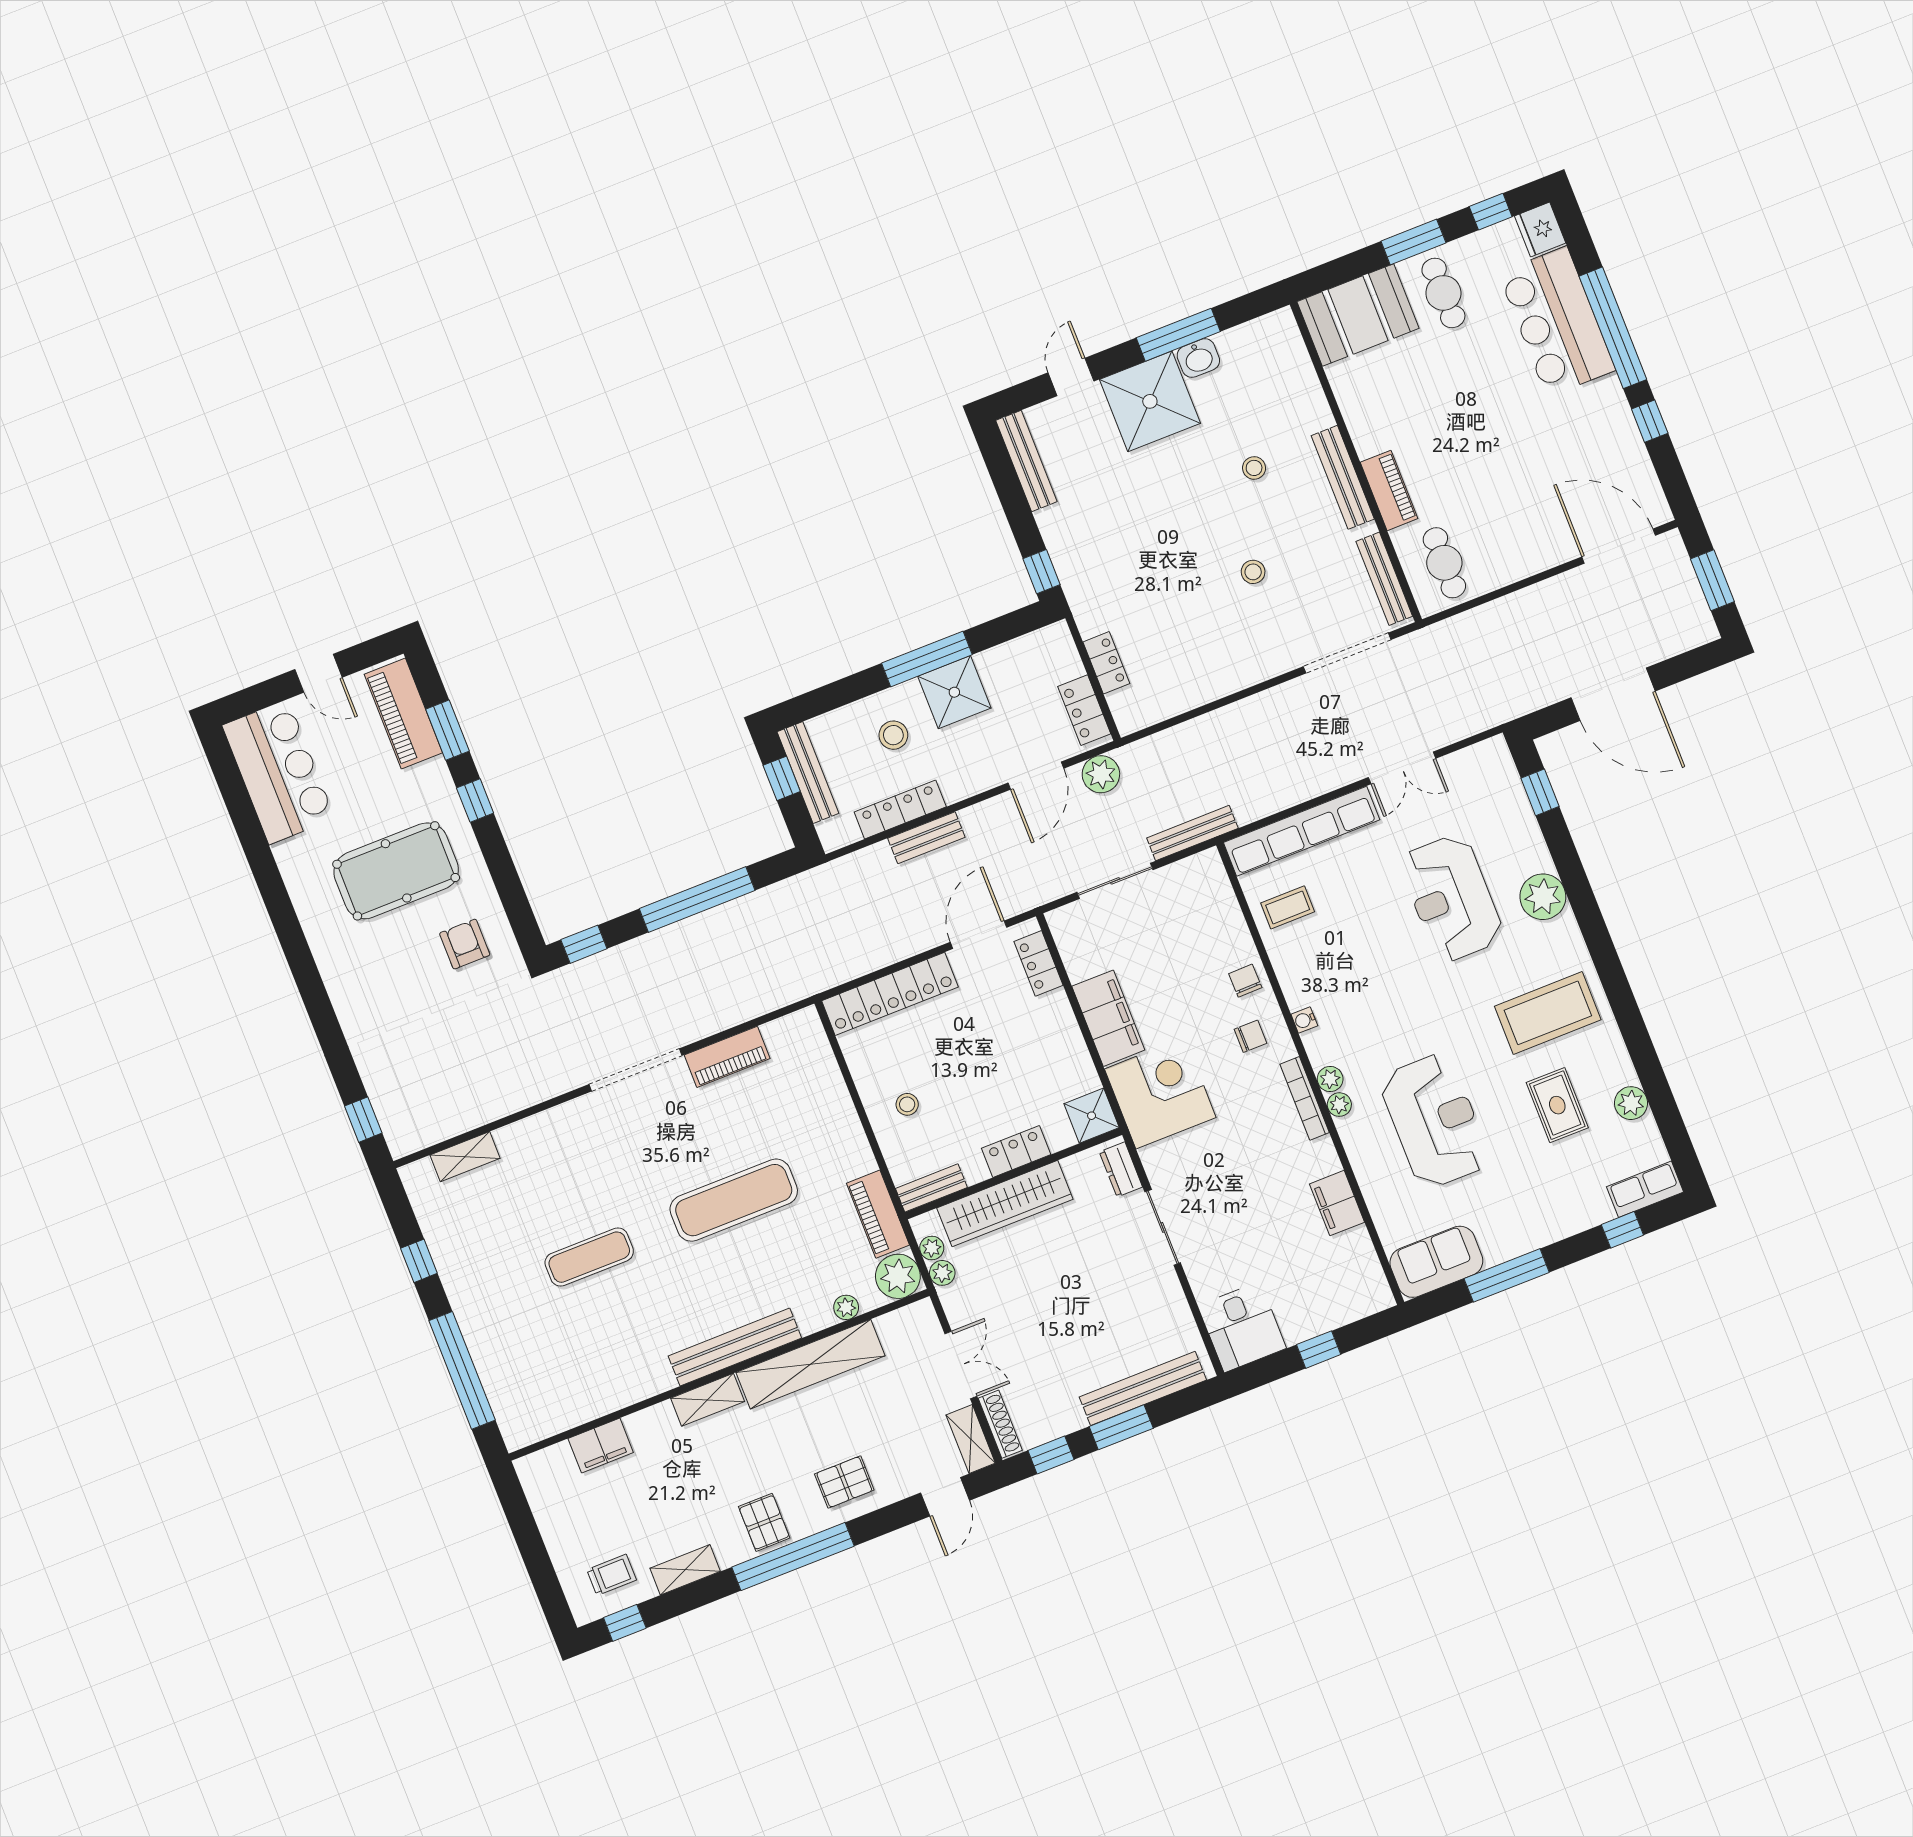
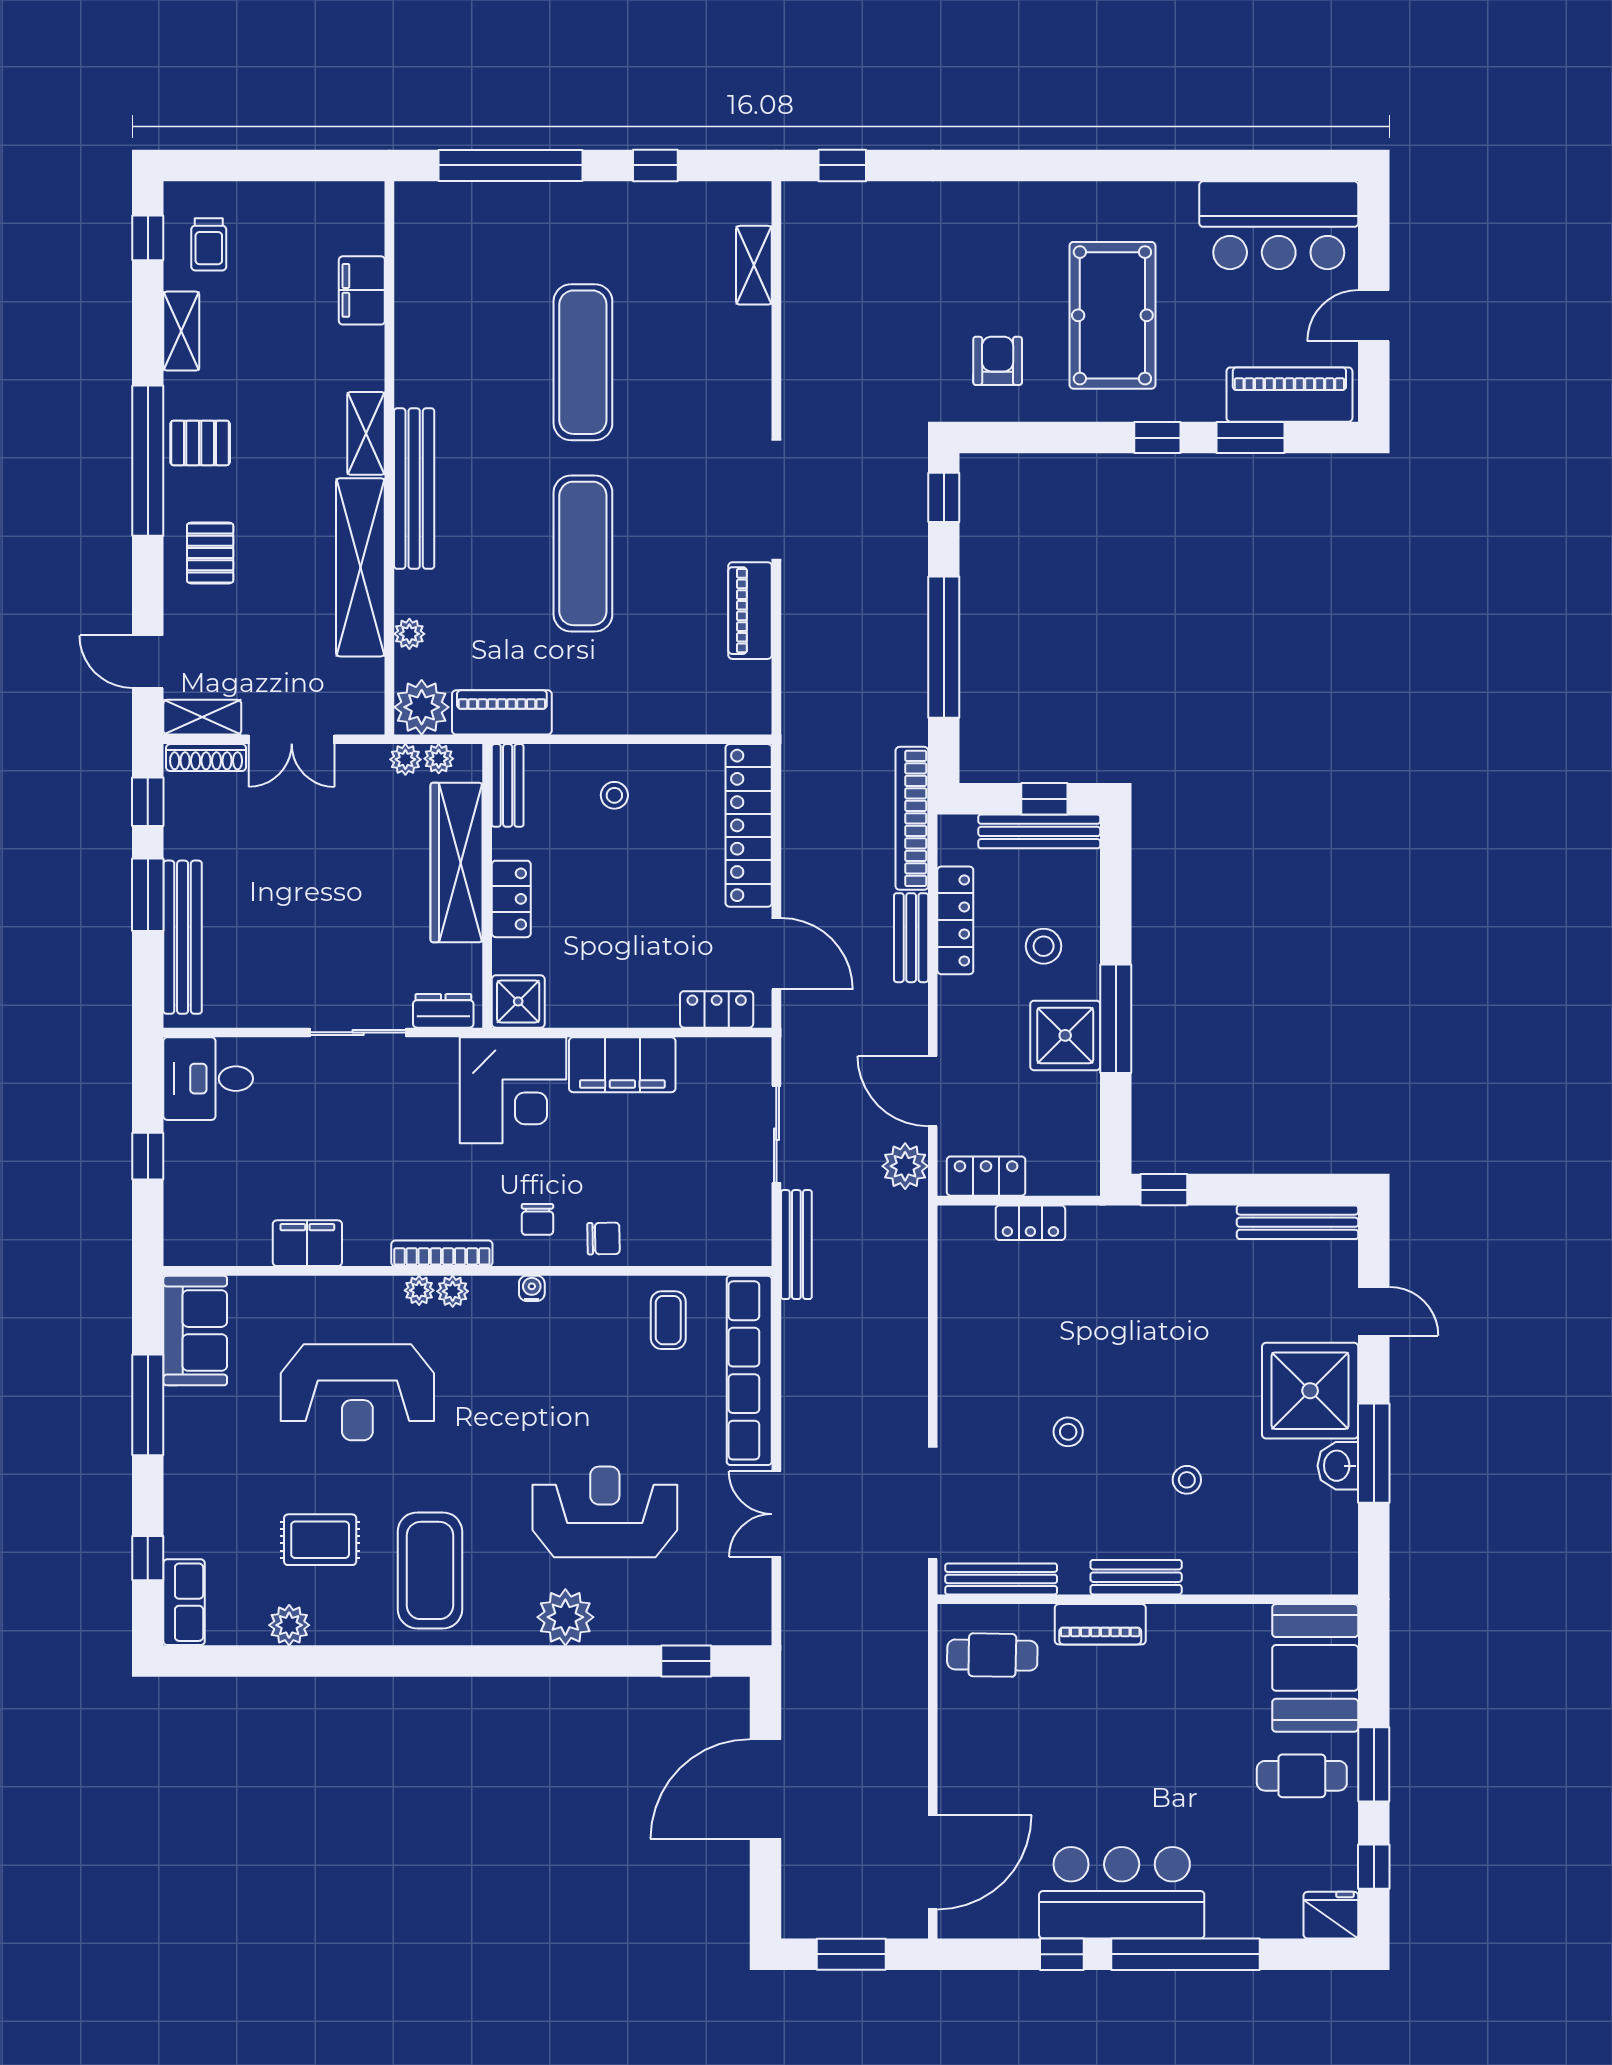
bar counter: (1557, 322) -> (1122, 1893), moved
bench: (1343, 477) -> (1136, 1577), width x0.73
bookcase: (836, 873) -> (912, 818), added
armchair: (465, 944) -> (998, 361), turned -90
exercise mat: (589, 1257) -> (583, 362), width x1.36, depth x1.45

